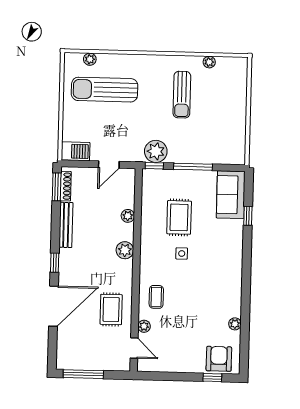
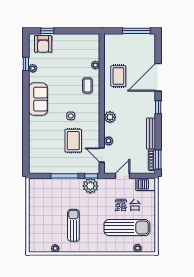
sofa: (231, 195) -> (38, 99), moved
window: (248, 216) -> (26, 64), moved
door: (134, 348) -> (102, 155), moved

